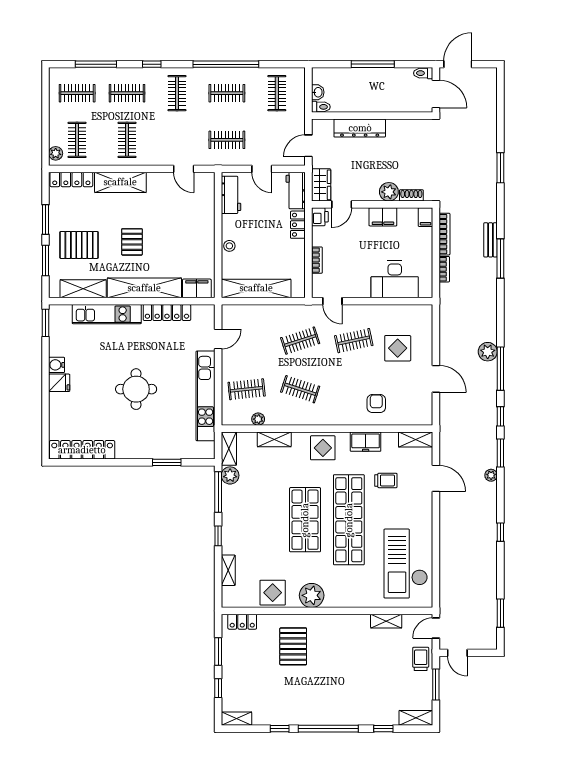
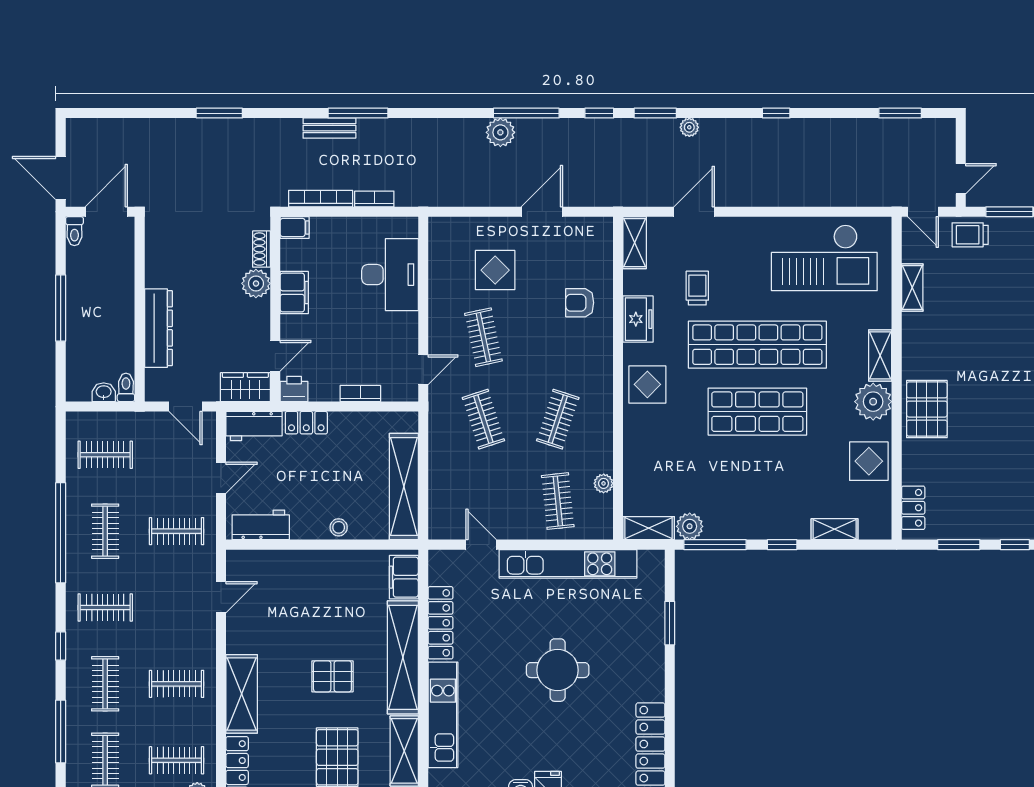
clothes rail: (227, 140) -> (177, 531), turned 90
door: (342, 204) -> (275, 356), hinge flipped
shelving: (274, 439) -> (880, 355), moved
pallet: (293, 646) -> (927, 409), moved, turned 90

